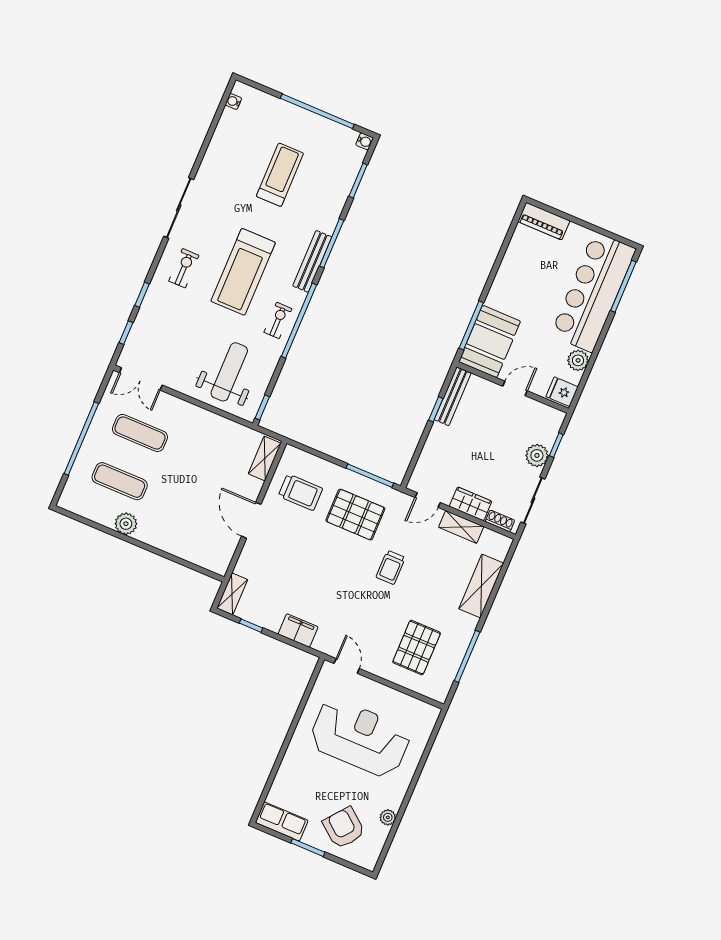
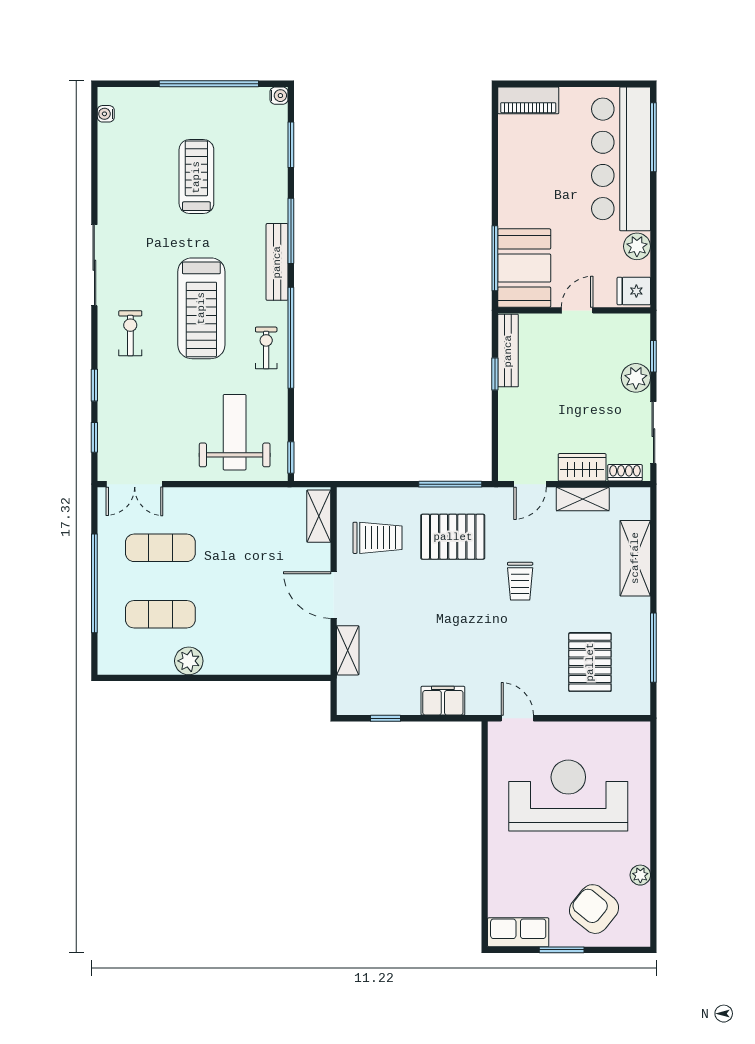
shelving: (232, 594) -> (348, 650), moved

